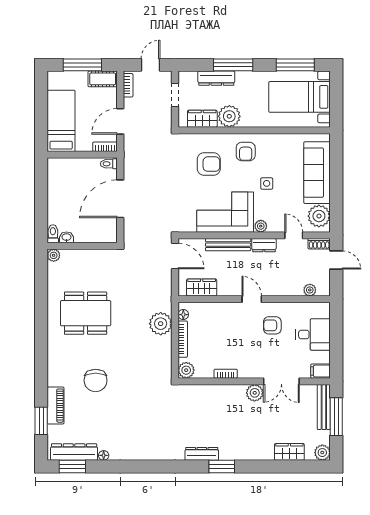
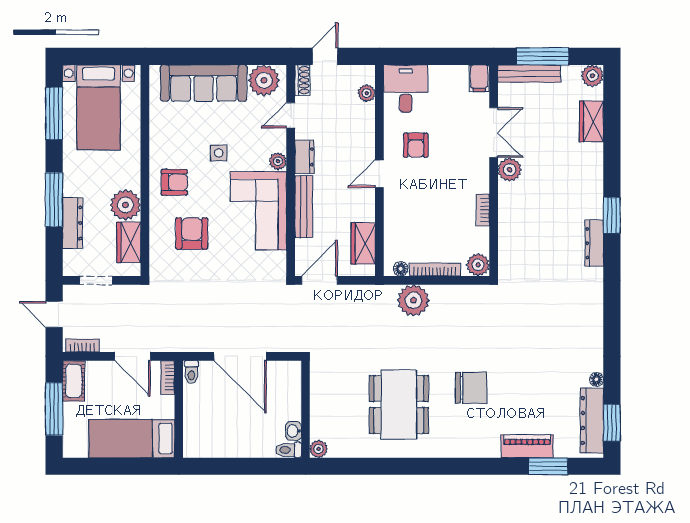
desk: (313, 334) -> (406, 89), moved
chair: (96, 380) -> (471, 388), moved

